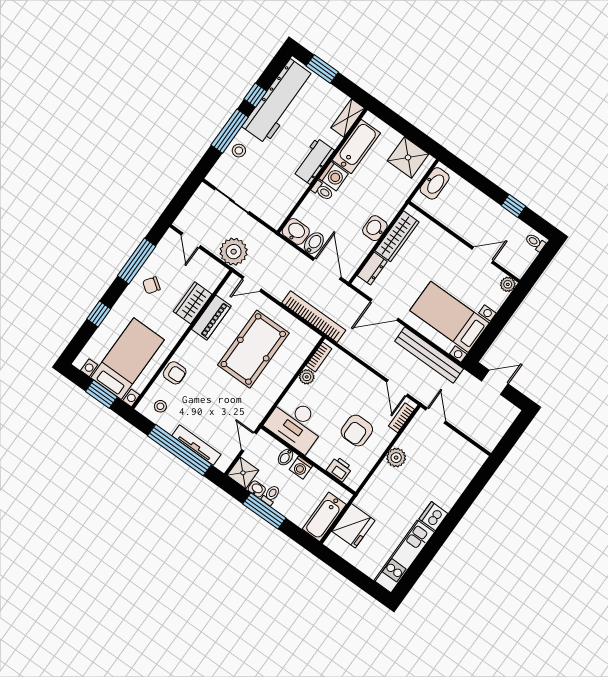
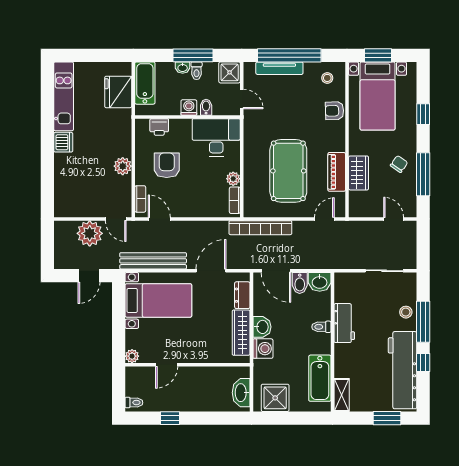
workbench: (313, 161) -> (344, 323), moved
washing machine: (334, 176) -> (263, 349), moved, turned 180
plant: (234, 252) -> (90, 233), moved
washbasin: (257, 489) -> (183, 68), moved

